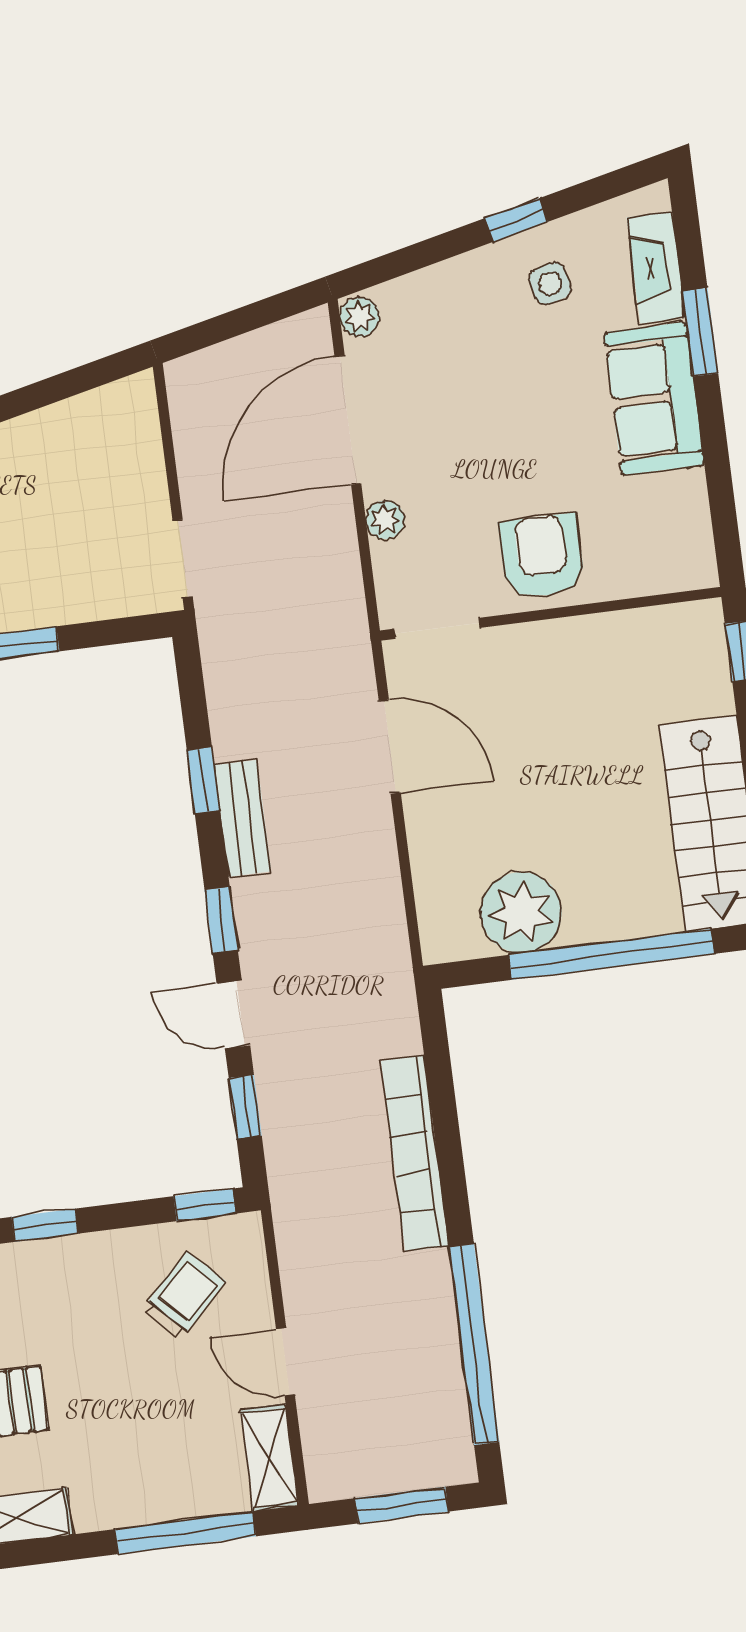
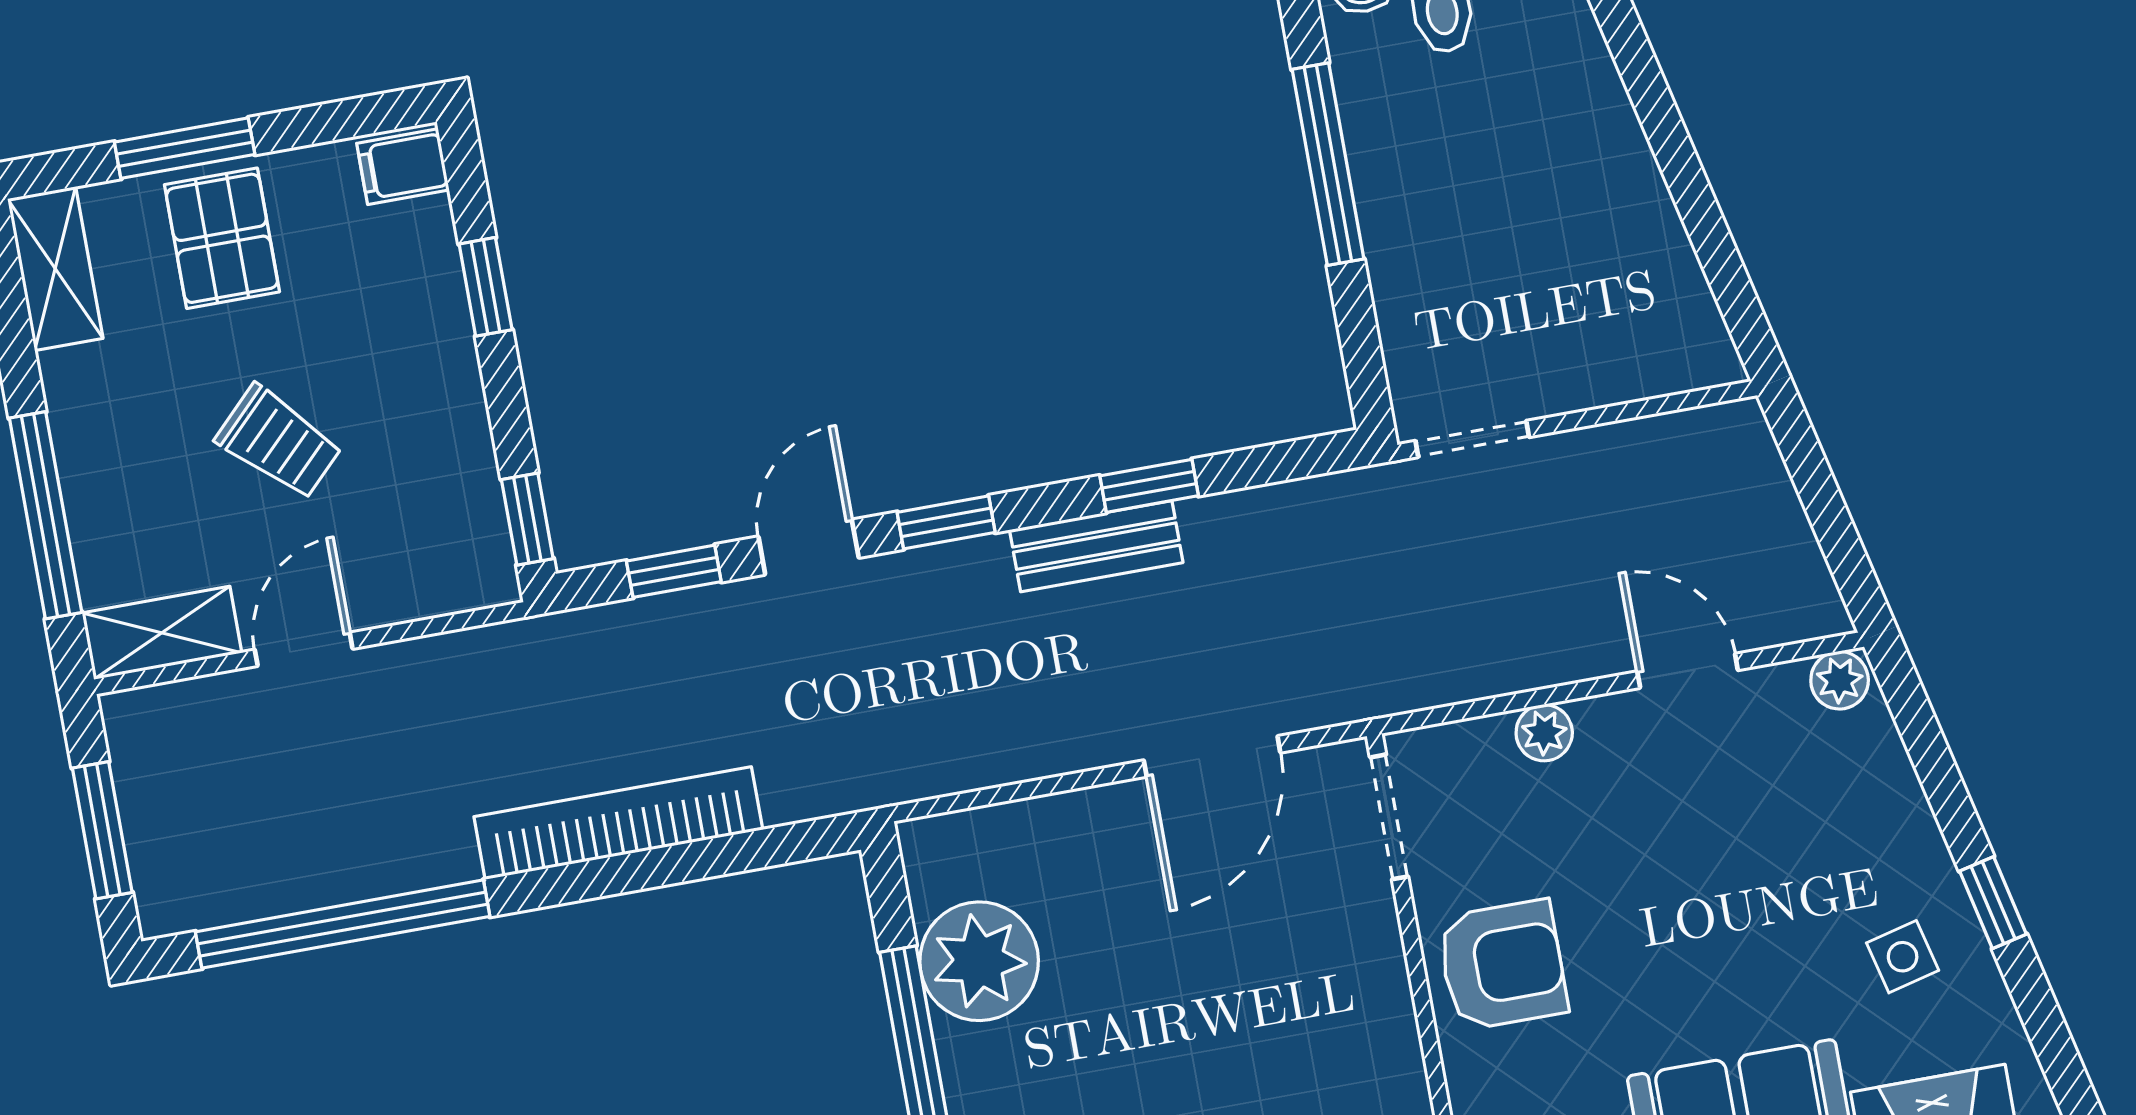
door: (348, 420) -> (1688, 671), width x0.53
trolley: (184, 1295) -> (279, 442), moved

